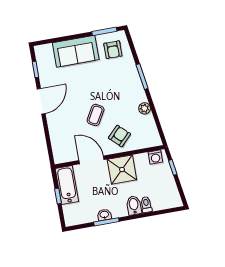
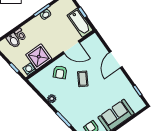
door: (41, 101) -> (116, 60), moved
shower: (122, 170) -> (39, 57), moved
bidet: (134, 205) -> (13, 41), moved

